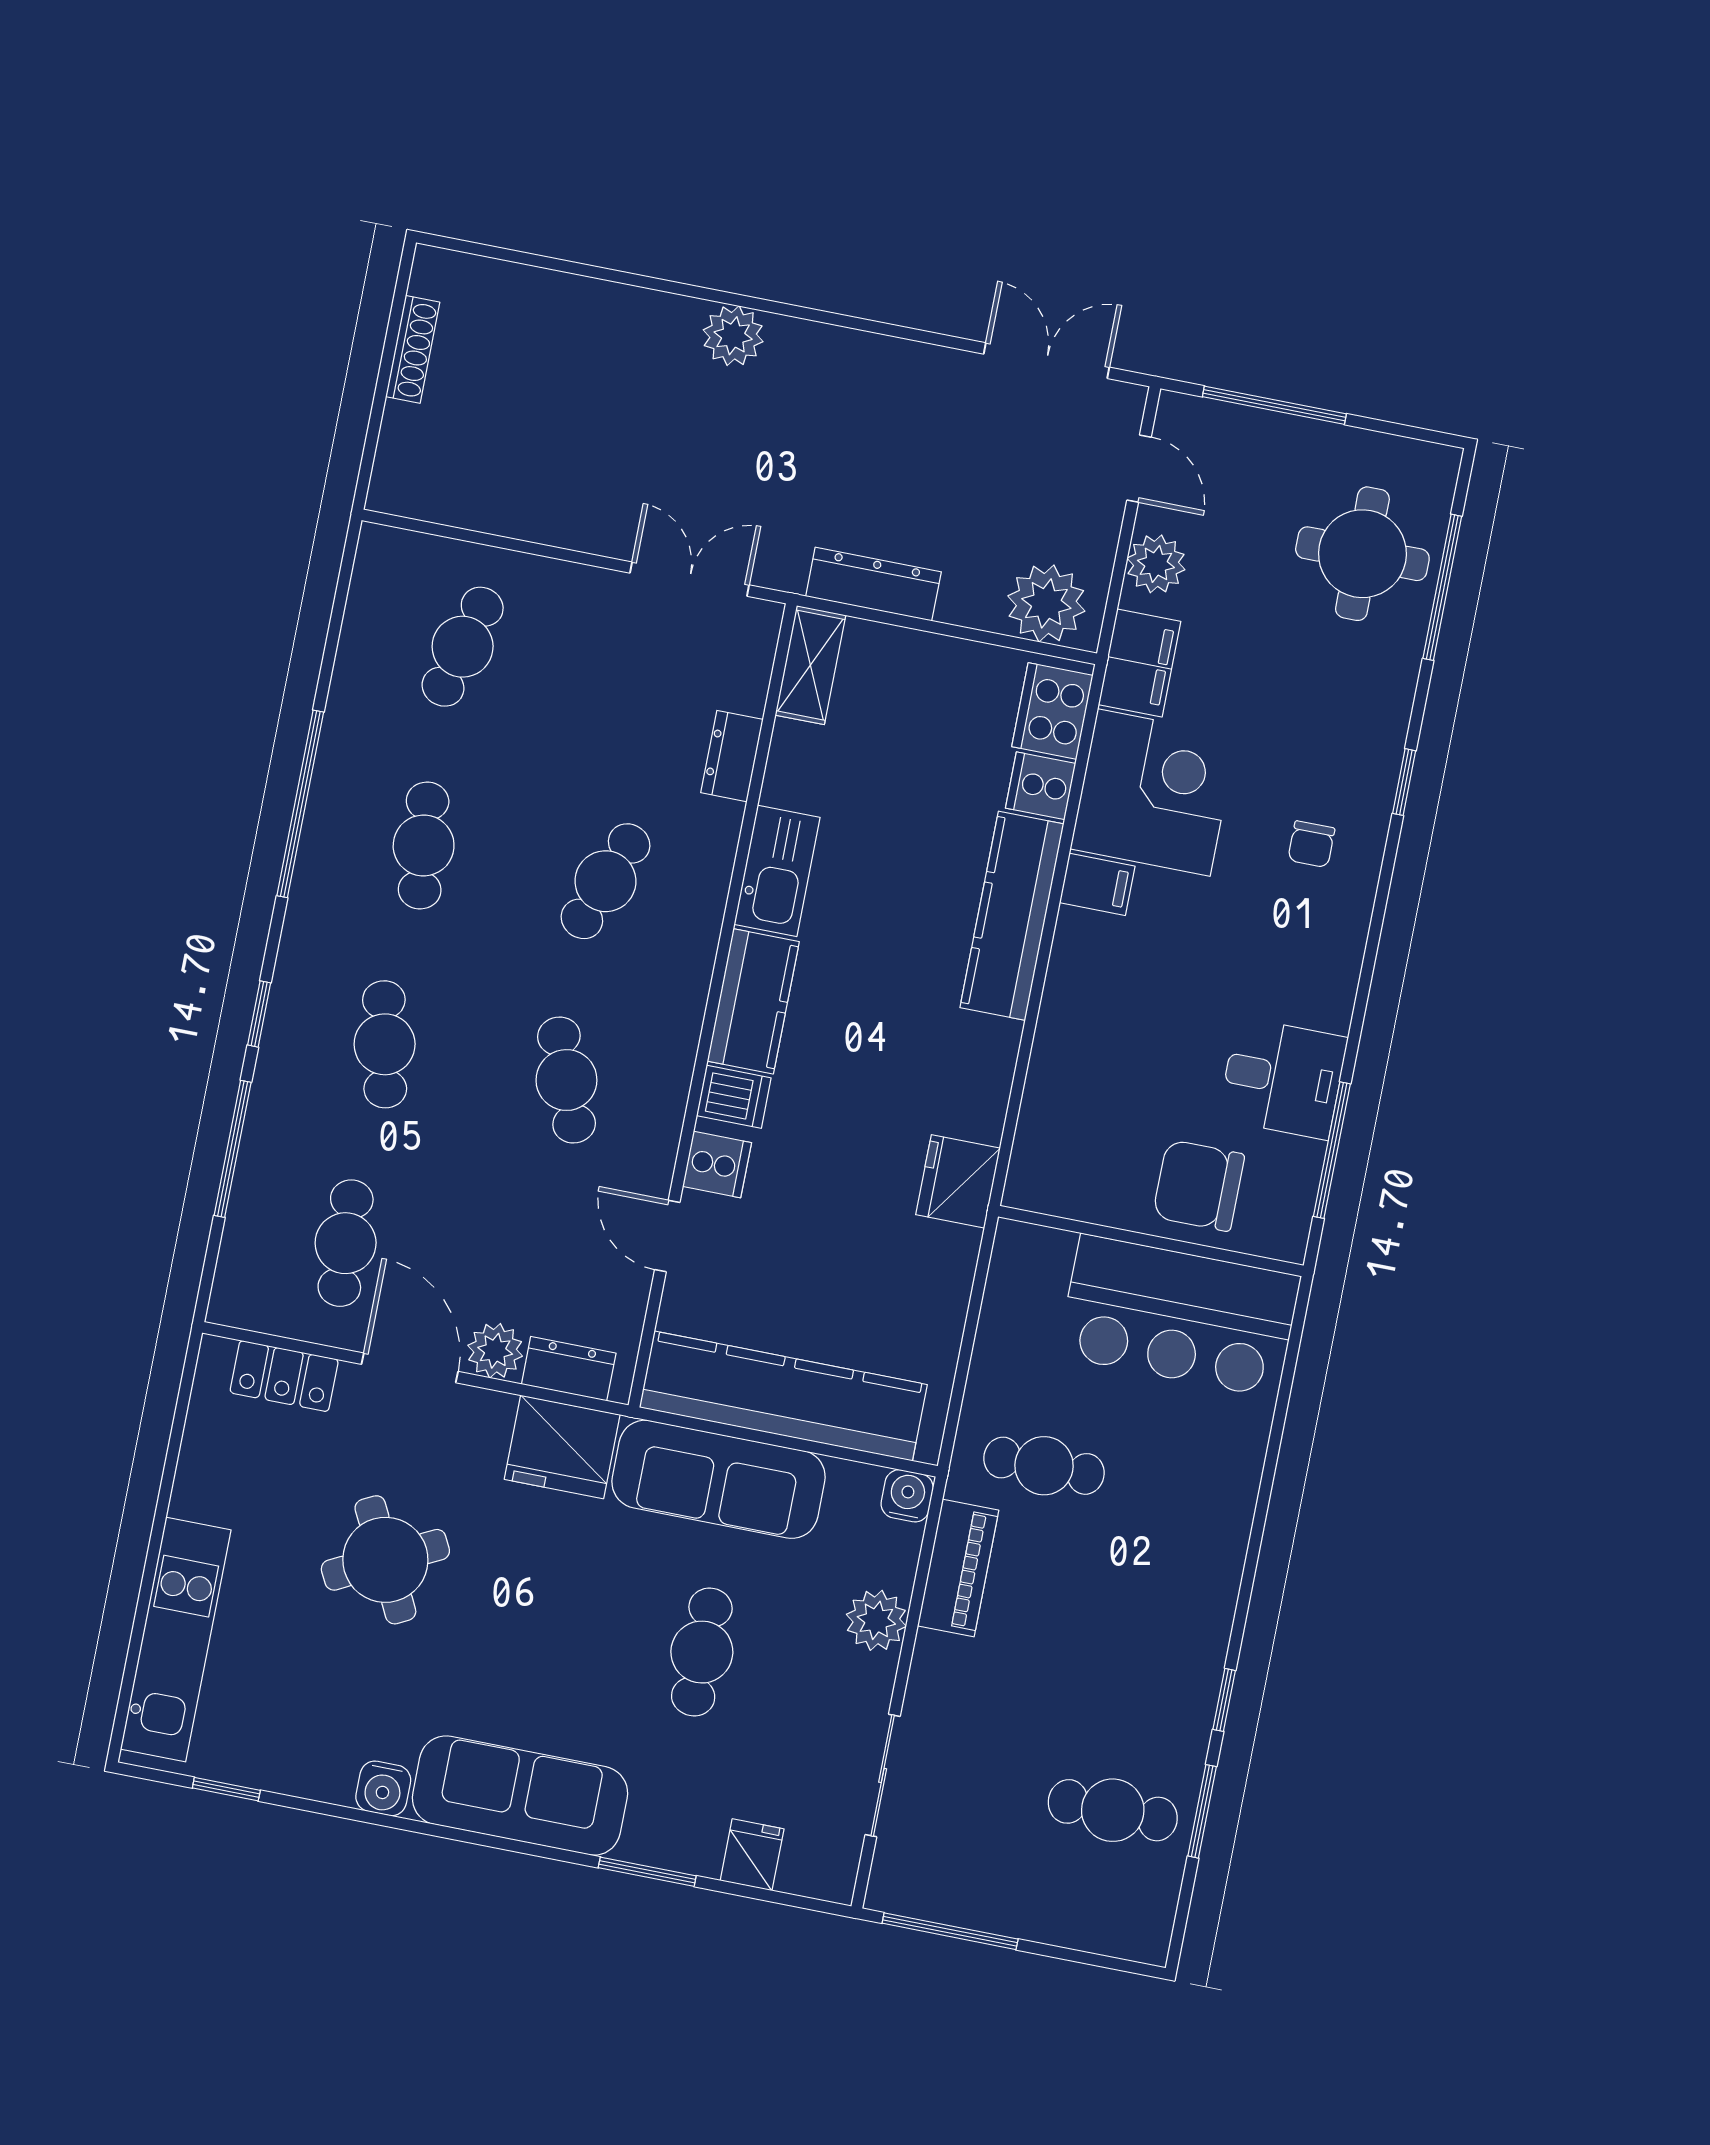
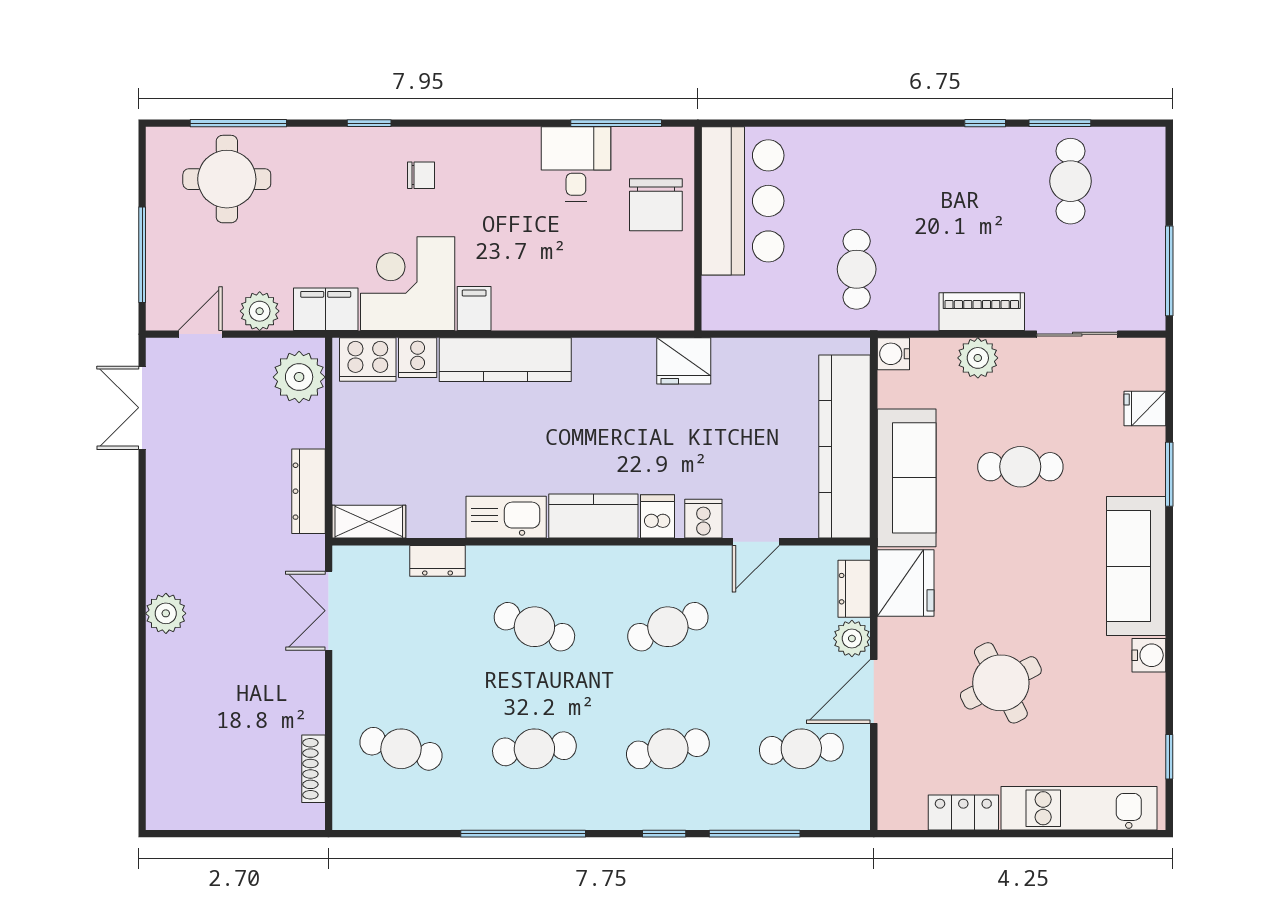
shoe rack: (413, 349) -> (313, 769), moved, turned -90
locker: (284, 1376) -> (963, 813), moved, turned -90
piano: (958, 1568) -> (982, 312), moved

